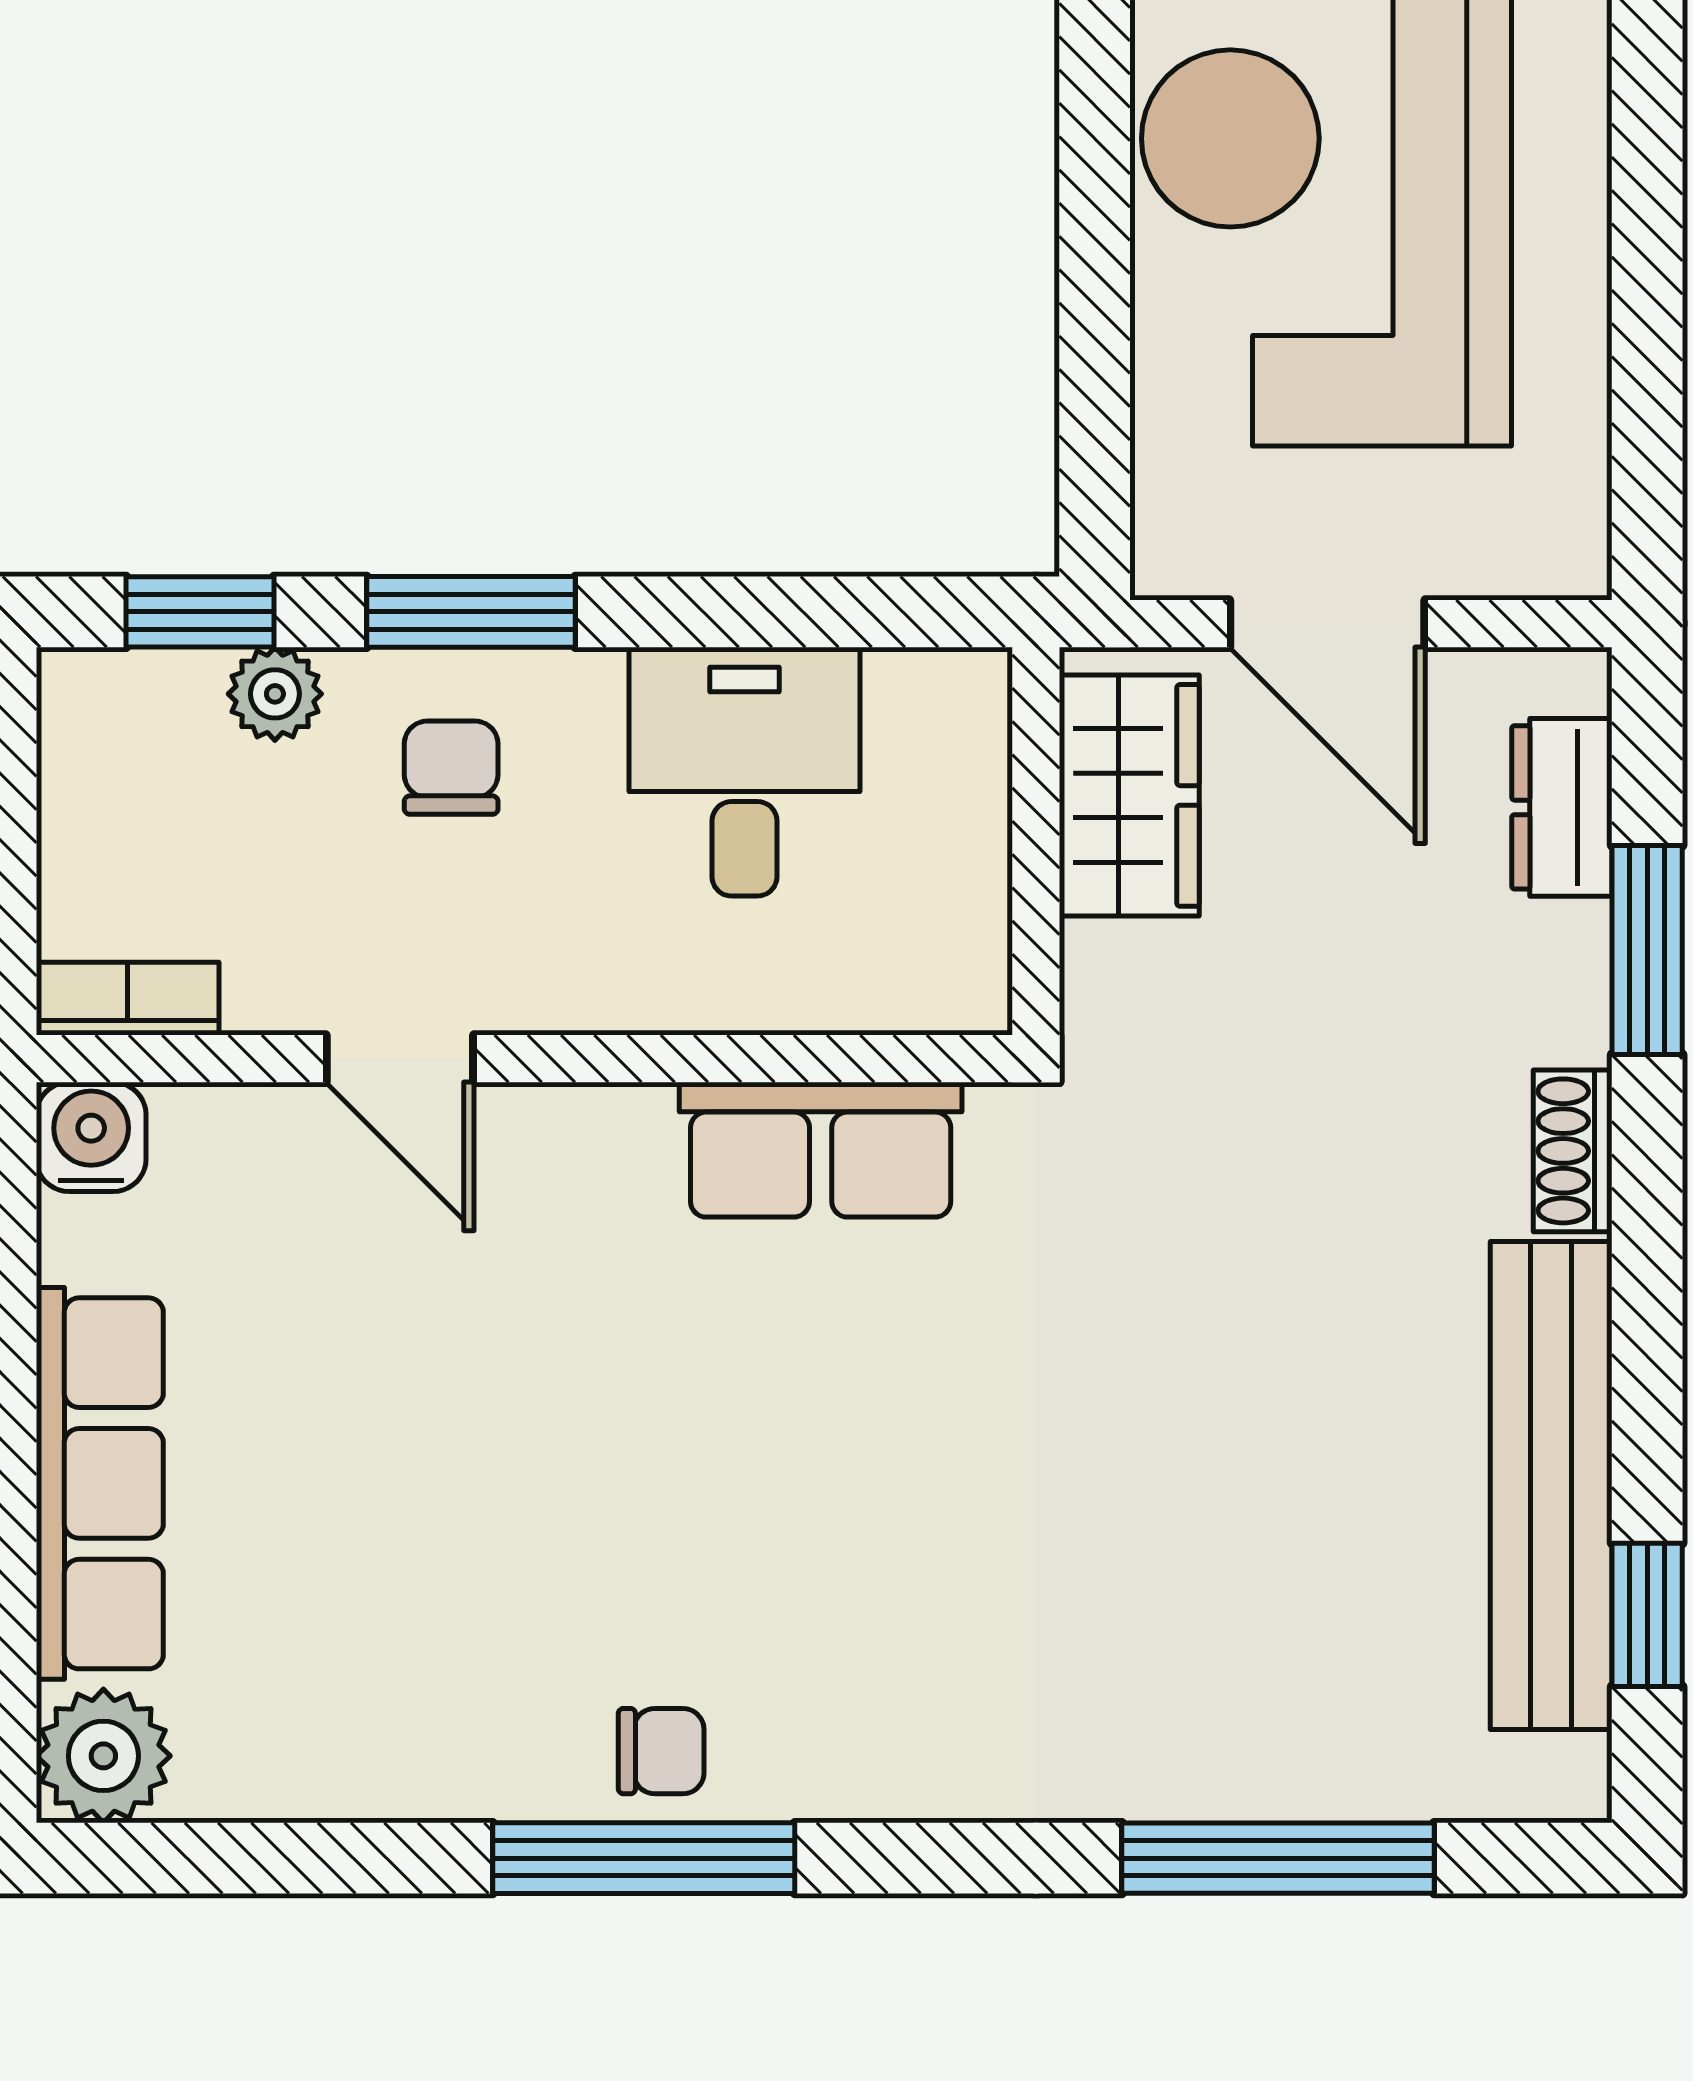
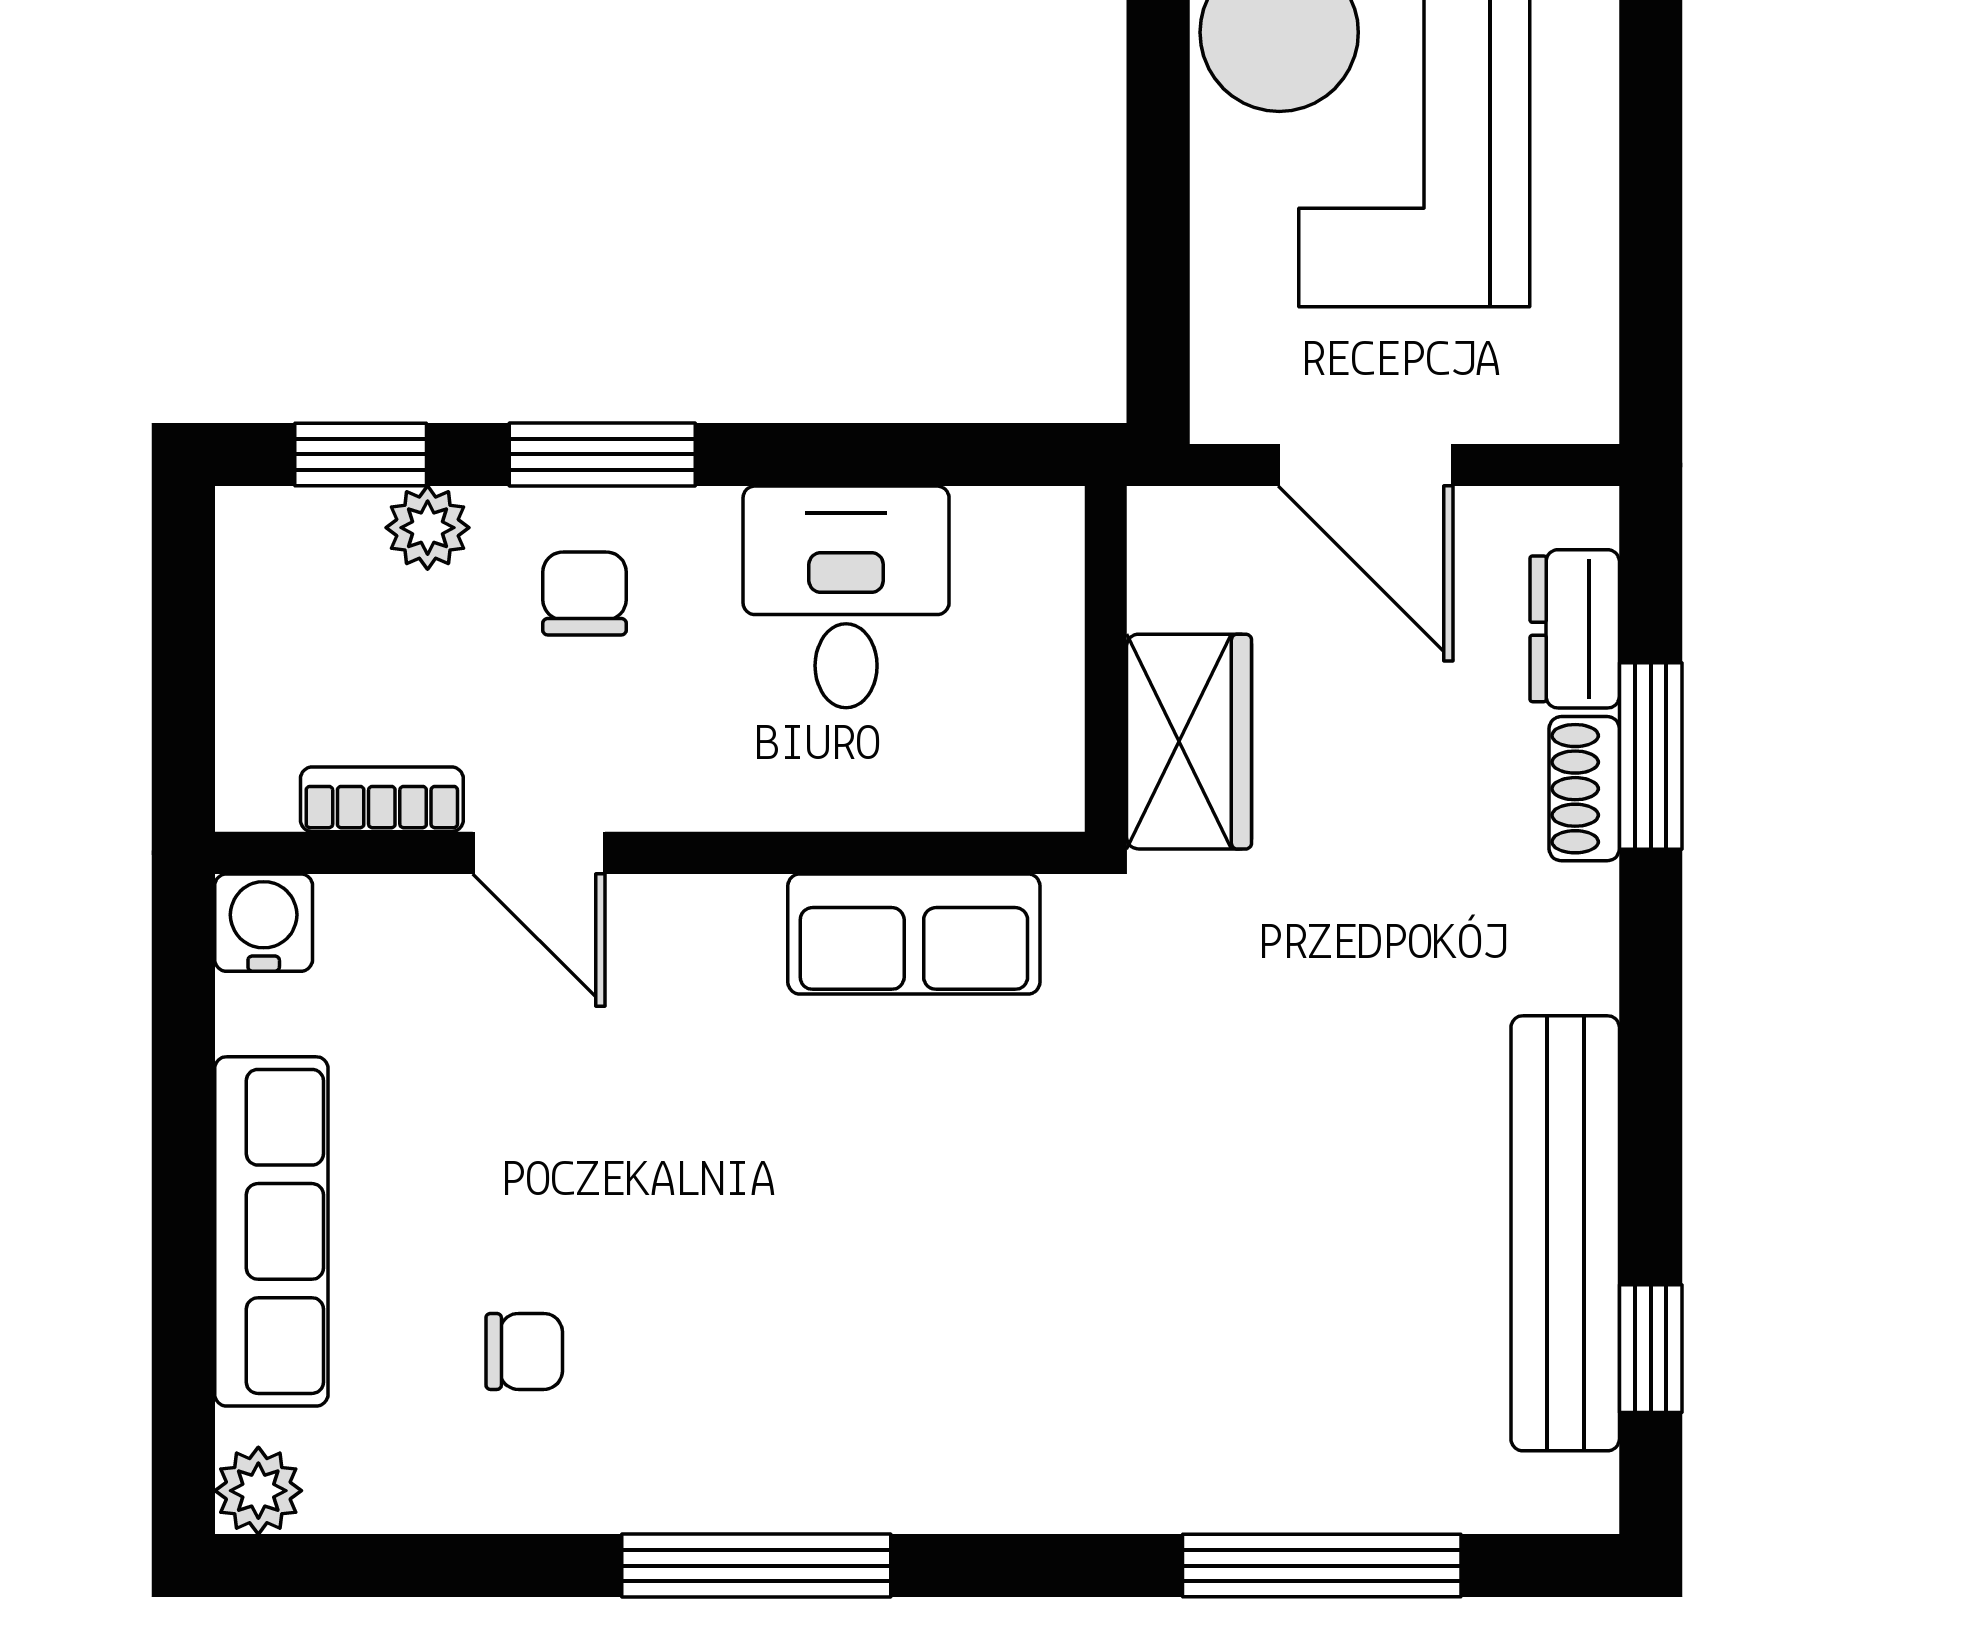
wardrobe: (1129, 795) -> (1189, 742), moved
bookcase: (128, 999) -> (382, 799), moved
shoe rack: (1573, 1151) -> (1584, 789), moved
chair: (661, 1751) -> (524, 1351), moved
plant: (103, 1756) -> (258, 1491), width x0.73, depth x0.73

